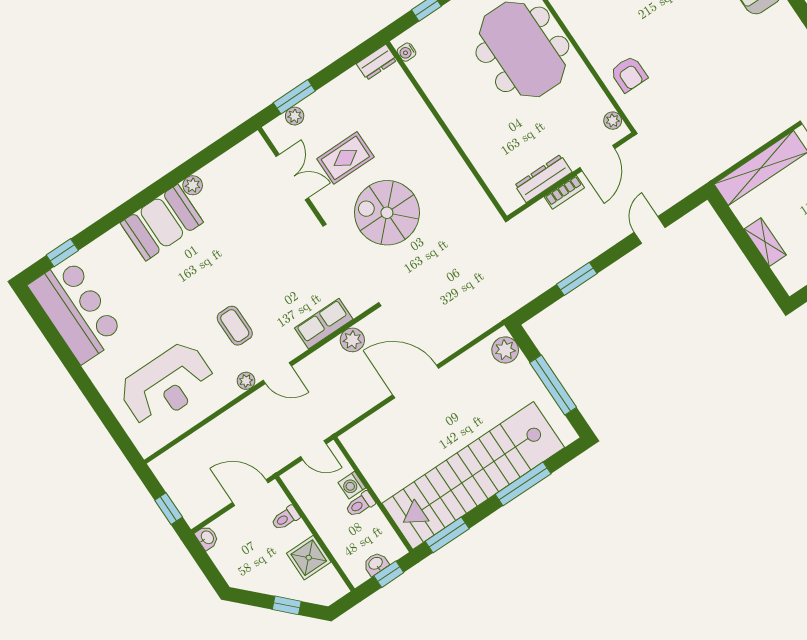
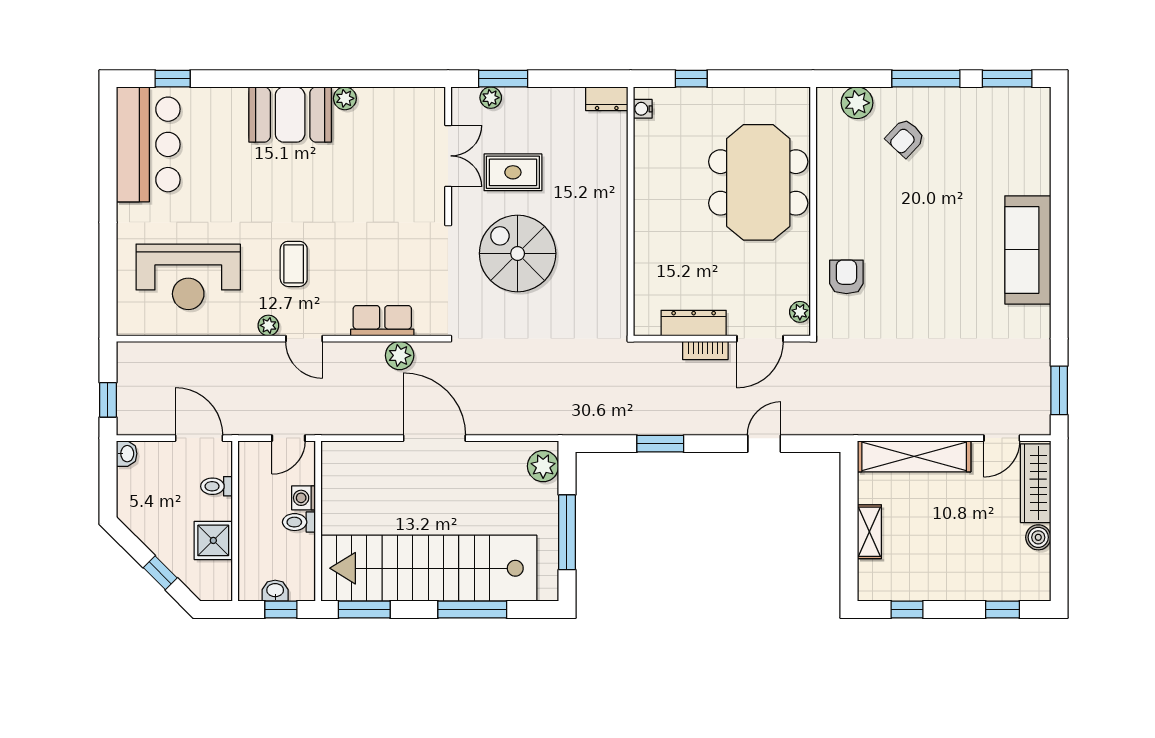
armchair: (629, 74) -> (846, 277), turned 180
door: (313, 450) -> (289, 438), hinge flipped

